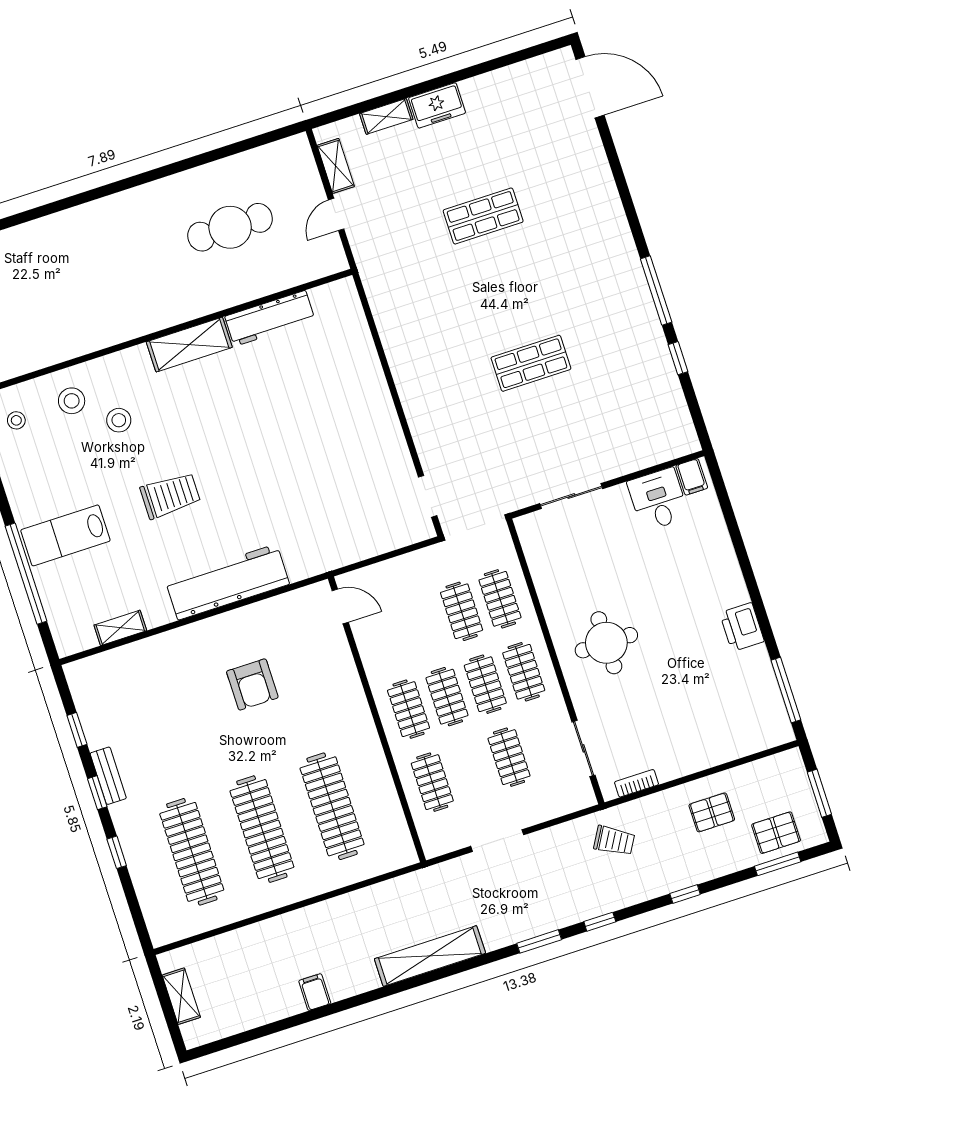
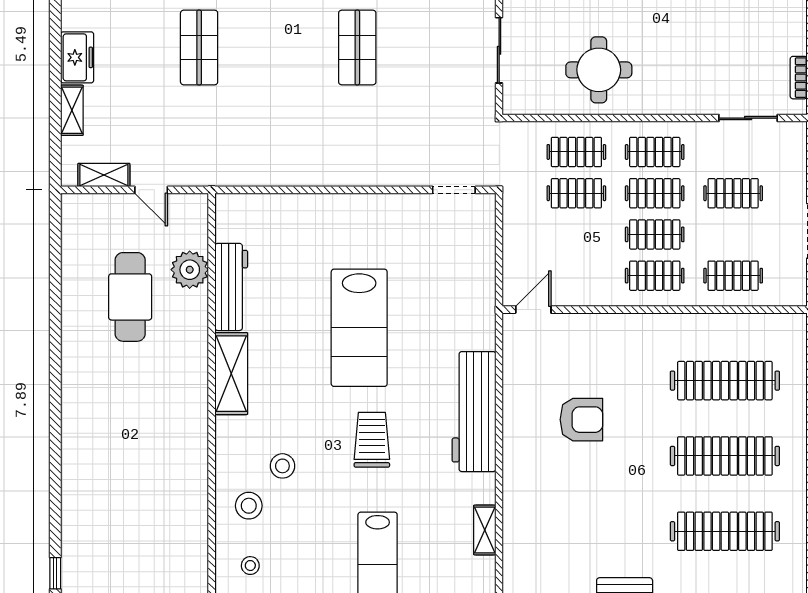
plant: (273, 274) -> (190, 270), added
lab bench: (271, 450) -> (359, 328), added
round table: (606, 643) -> (599, 70), moved

